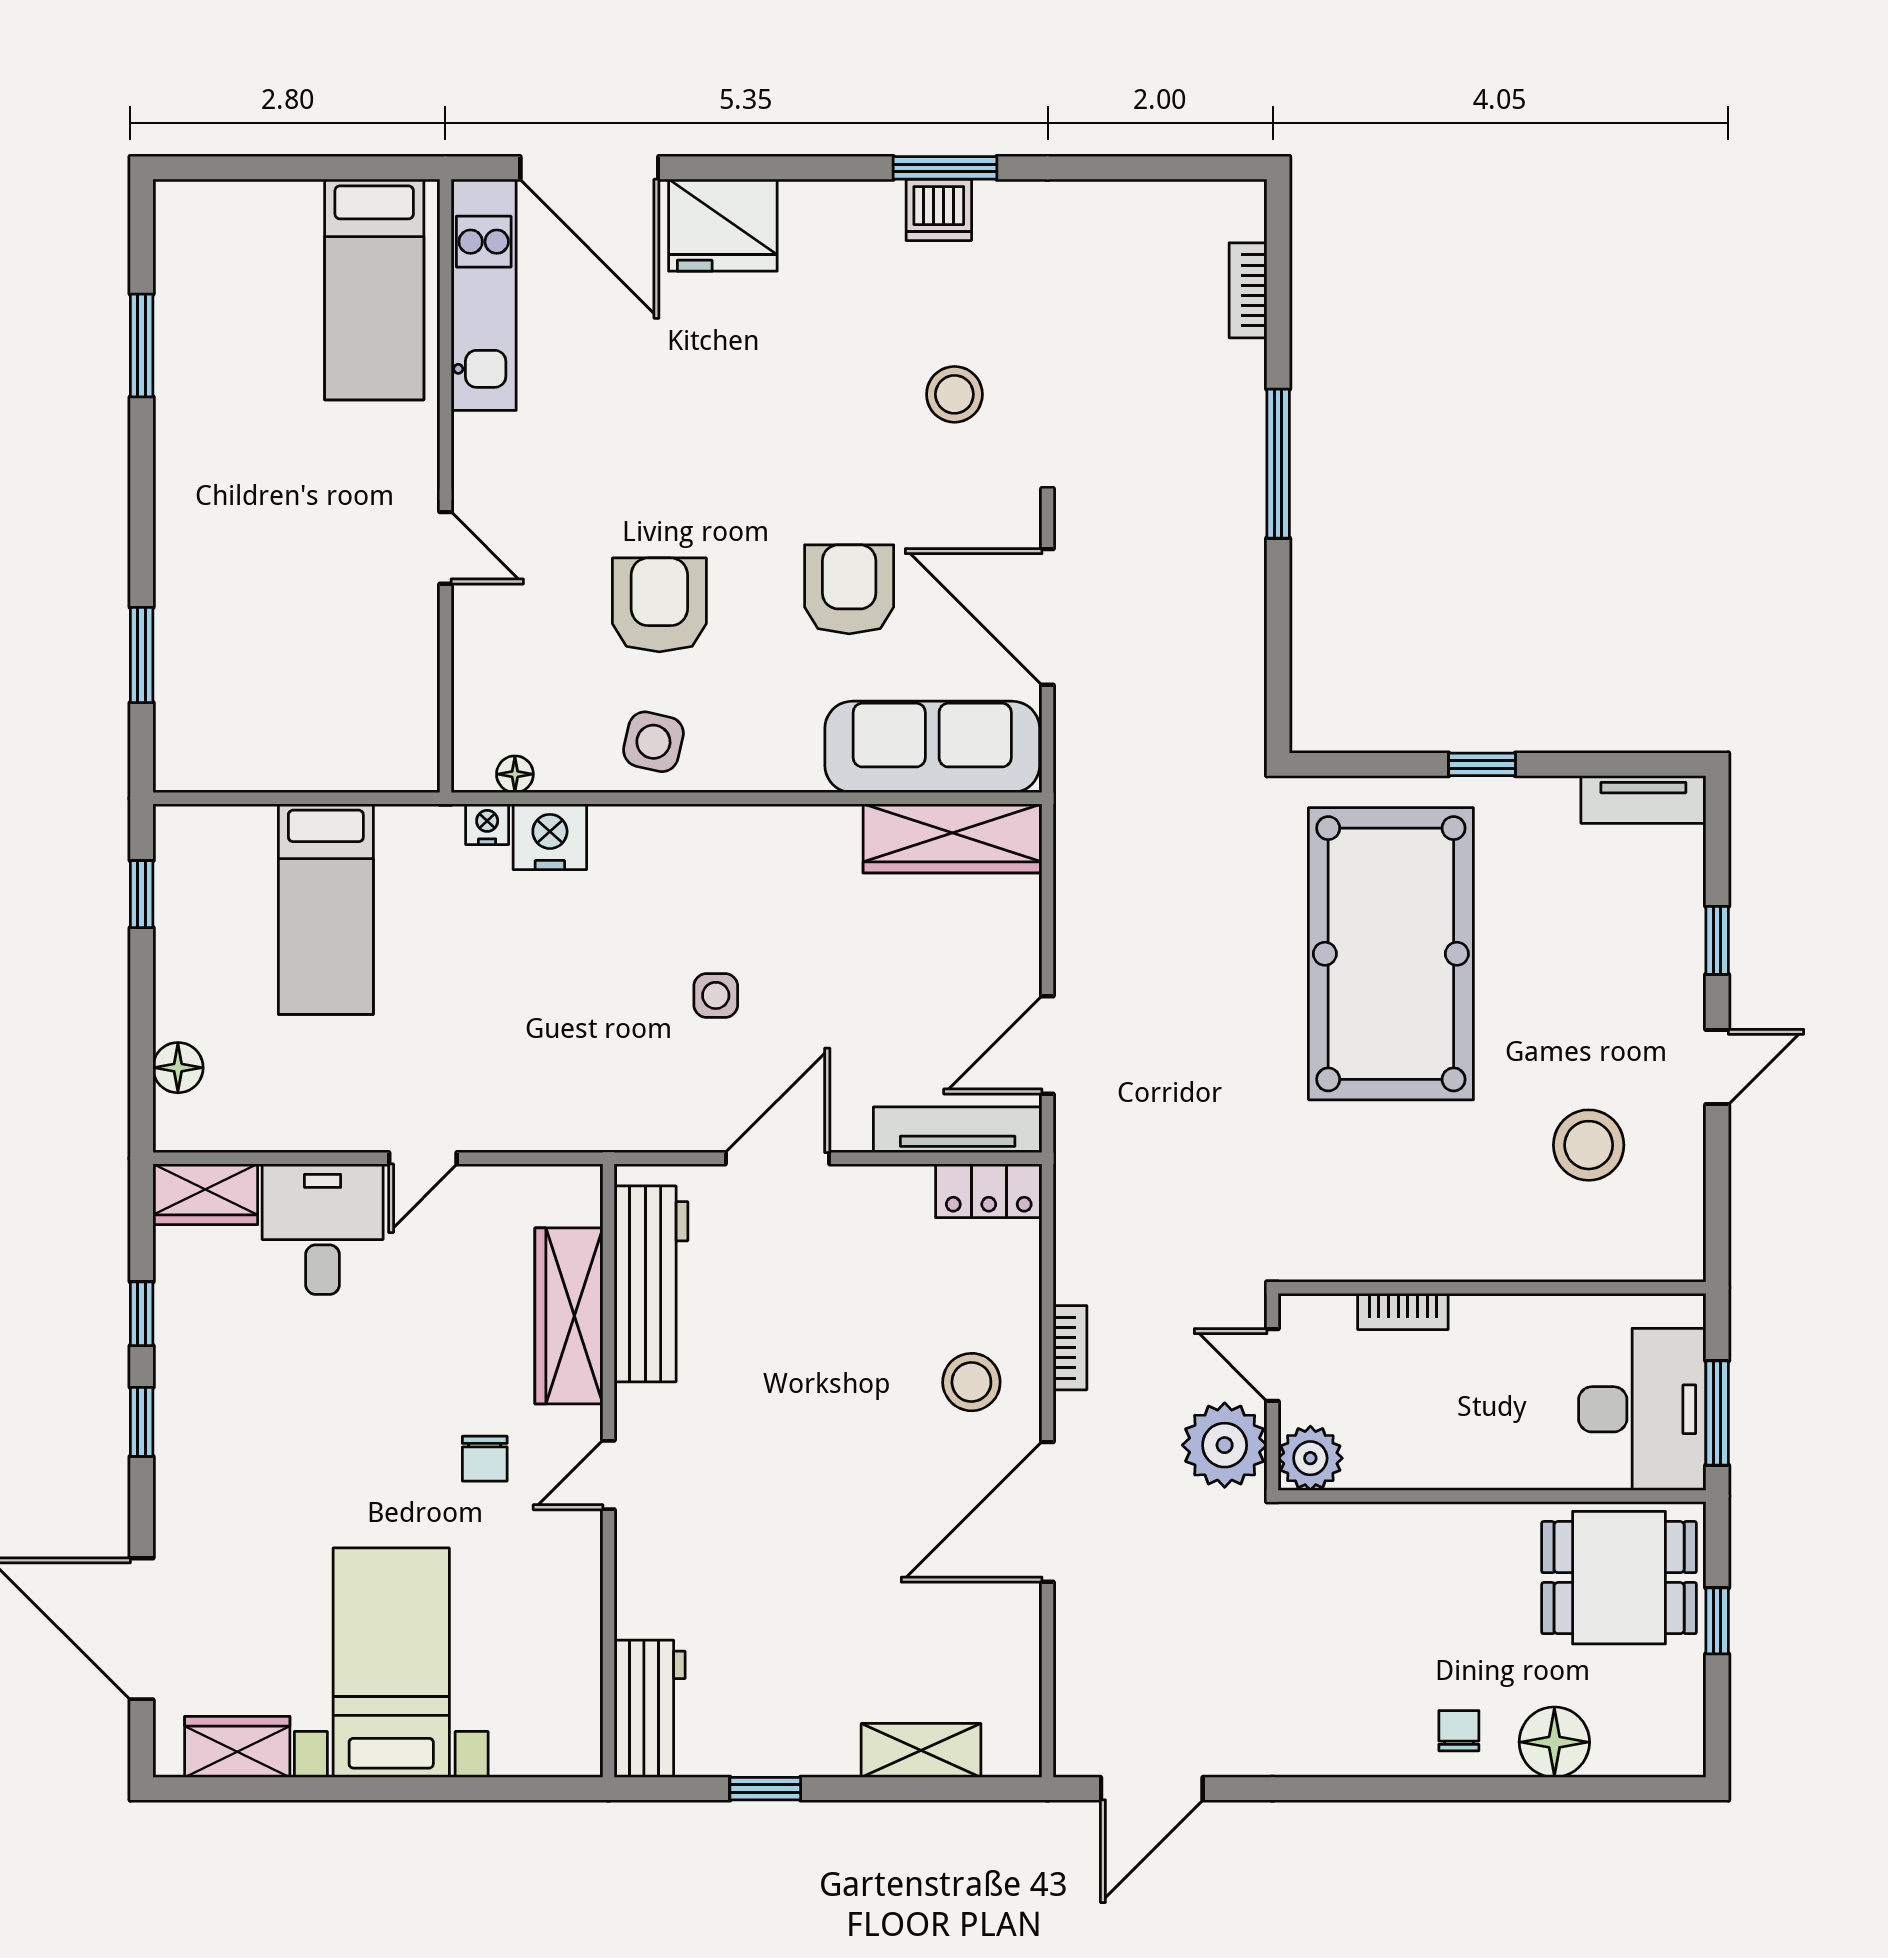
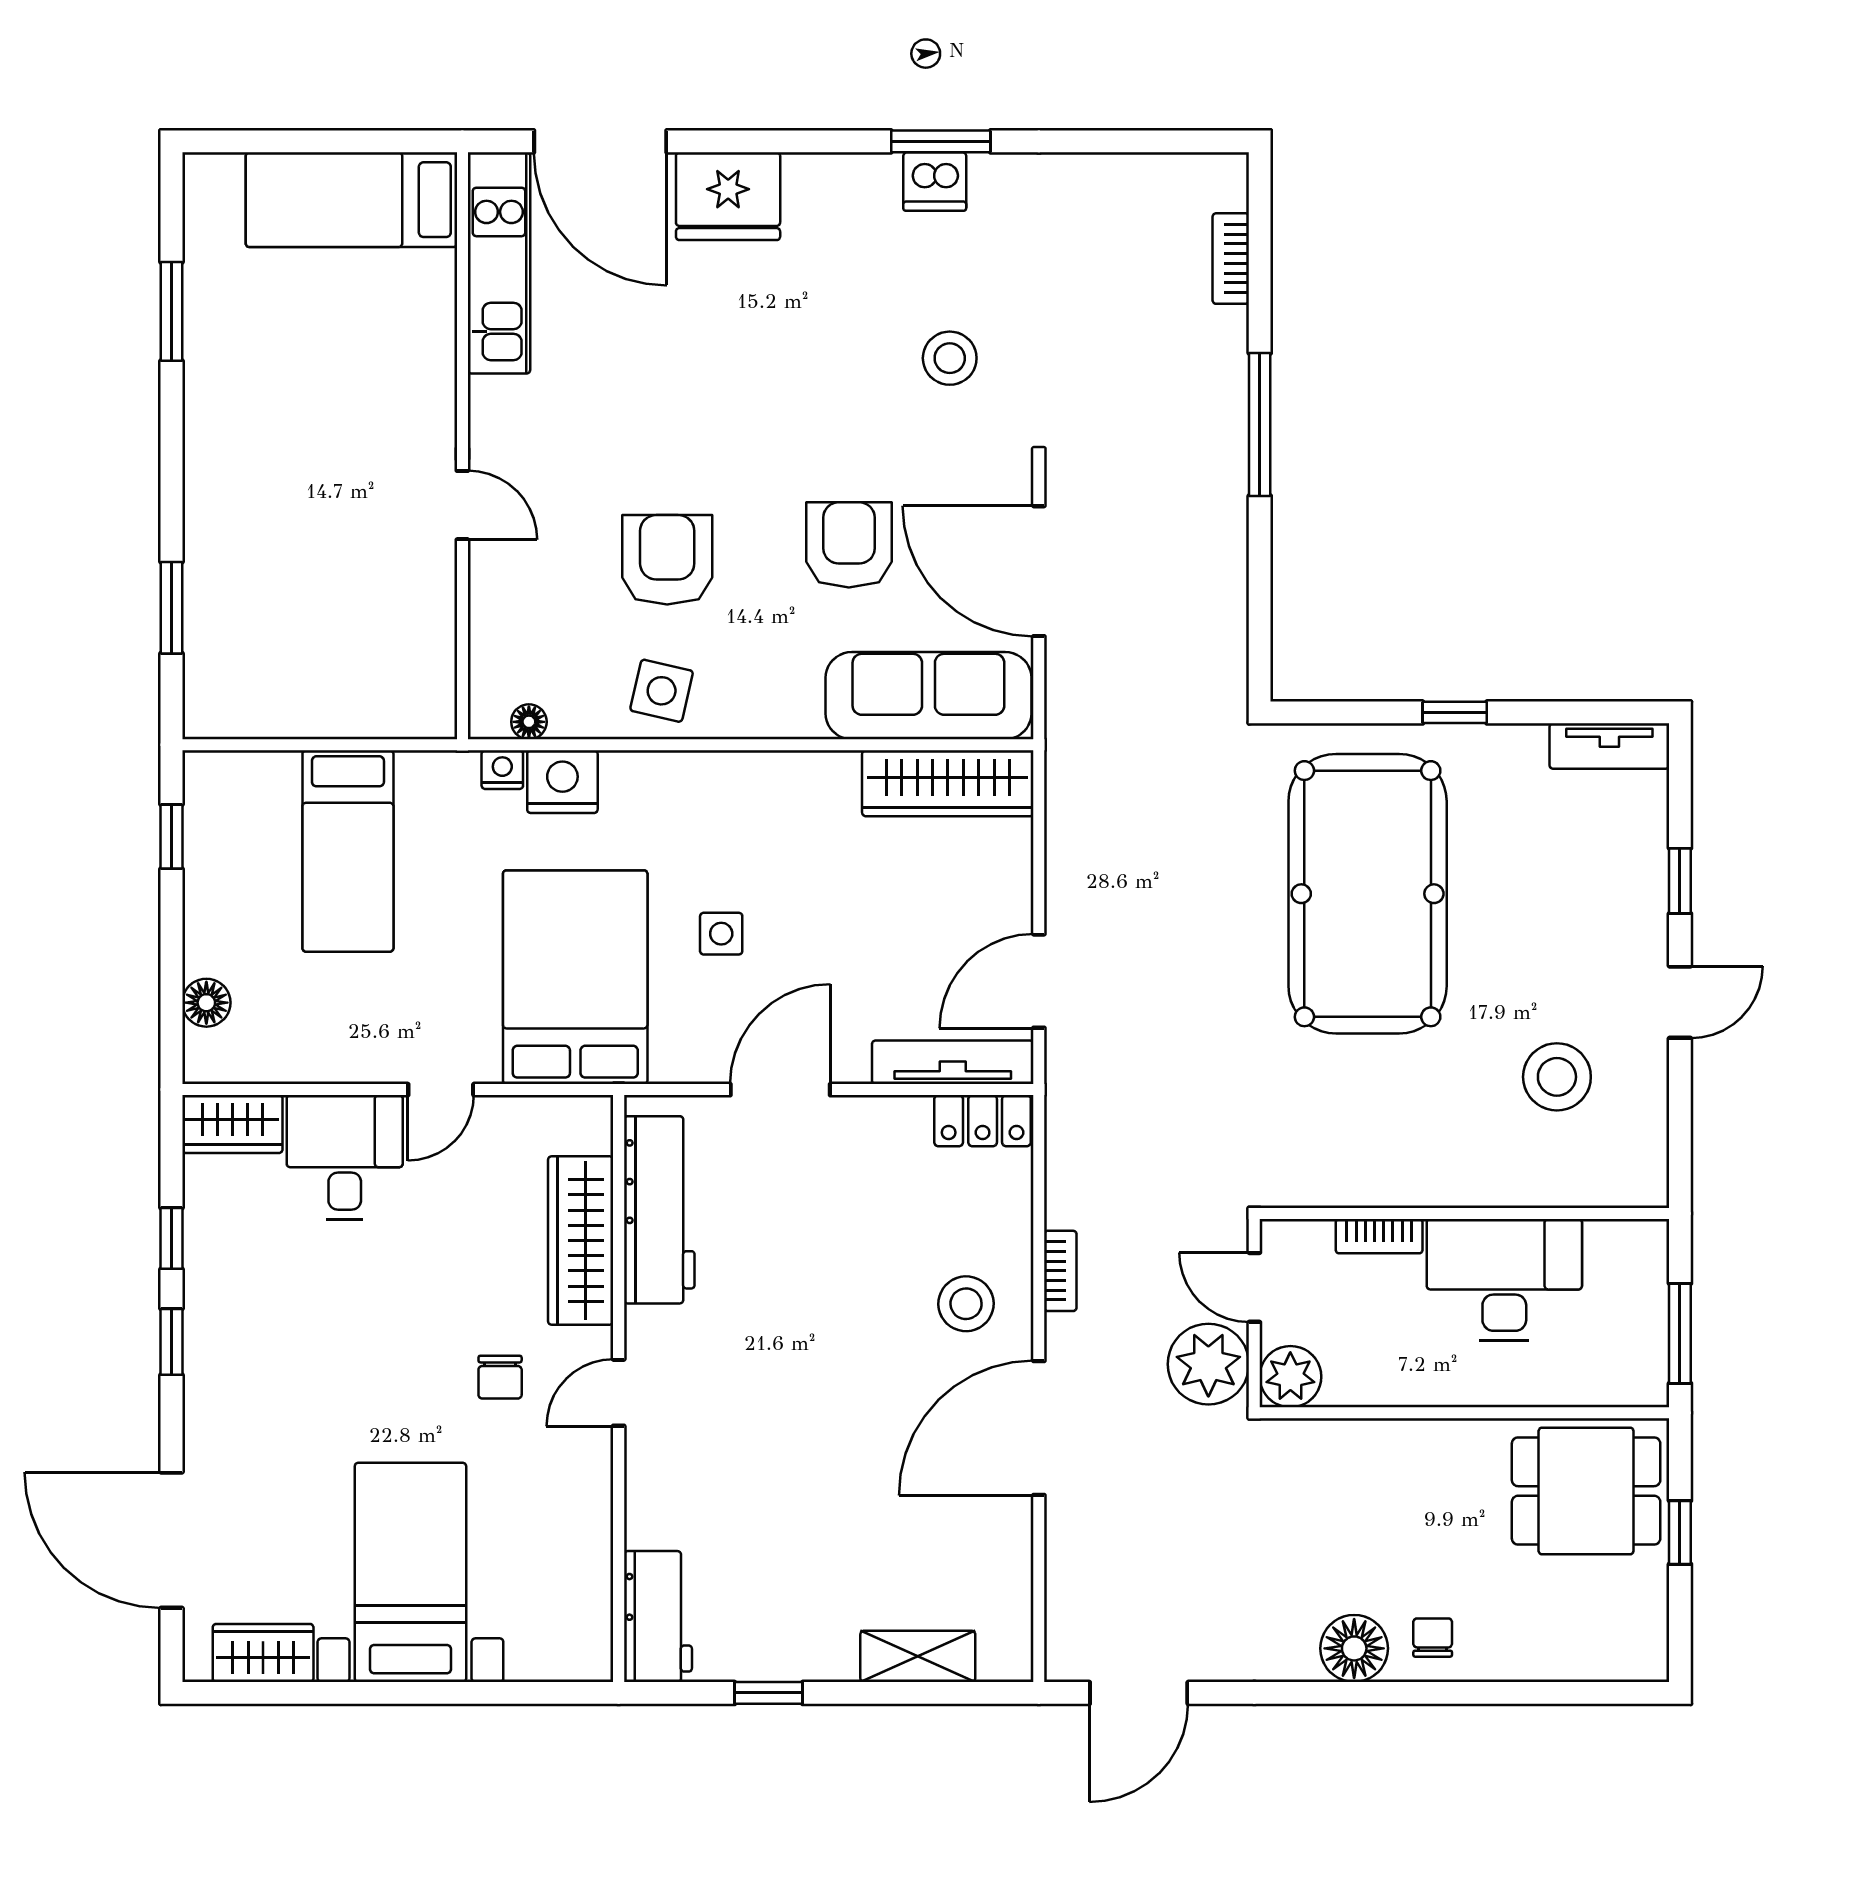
bed: (374, 289) -> (351, 200), moved, turned 90
bed: (563, 1041) -> (575, 977), added
desk: (1642, 1409) -> (1504, 1280), moved, turned -90
floor lamp: (1554, 1742) -> (1354, 1648), moved

